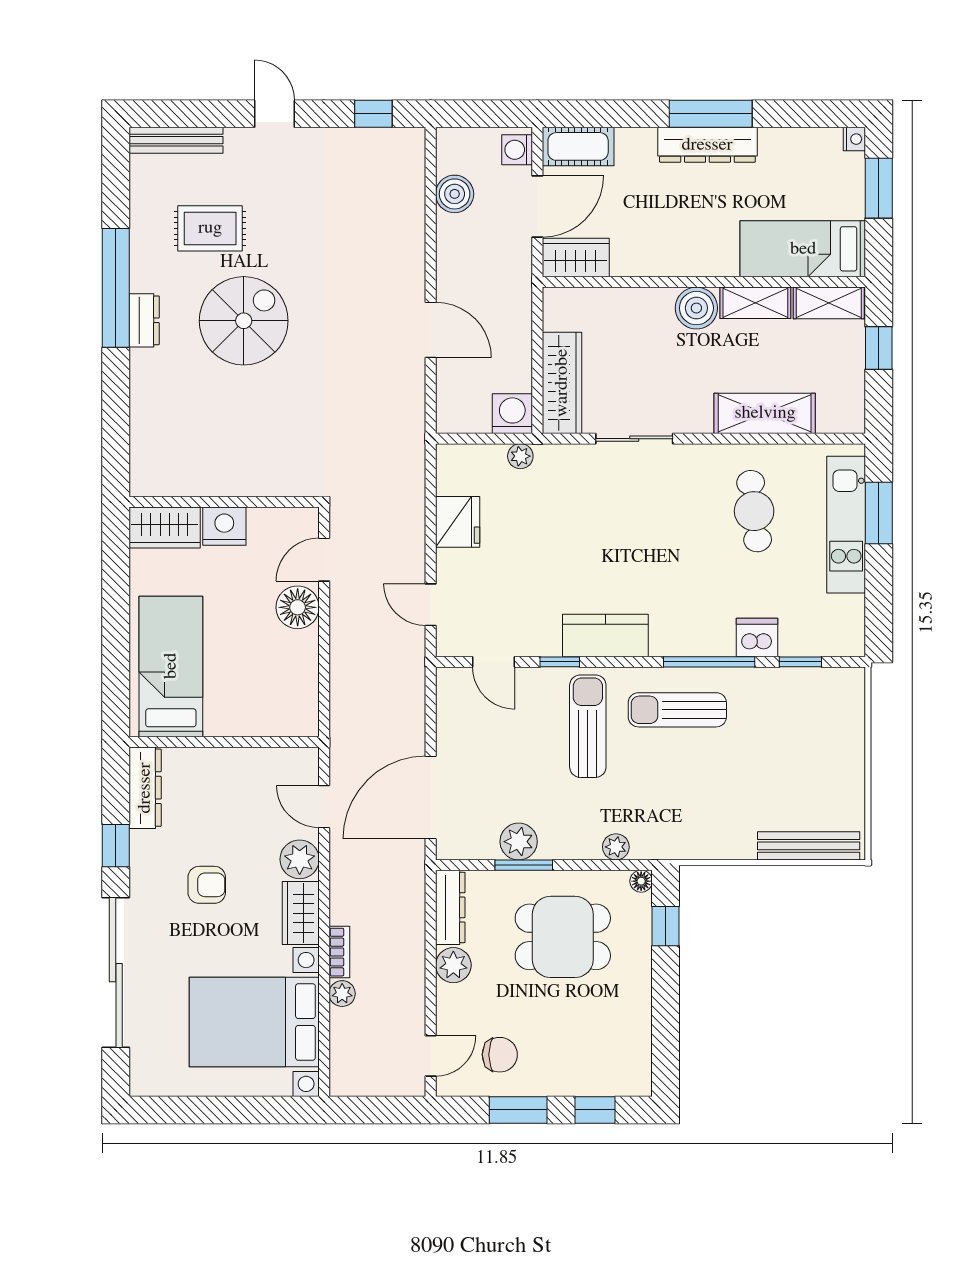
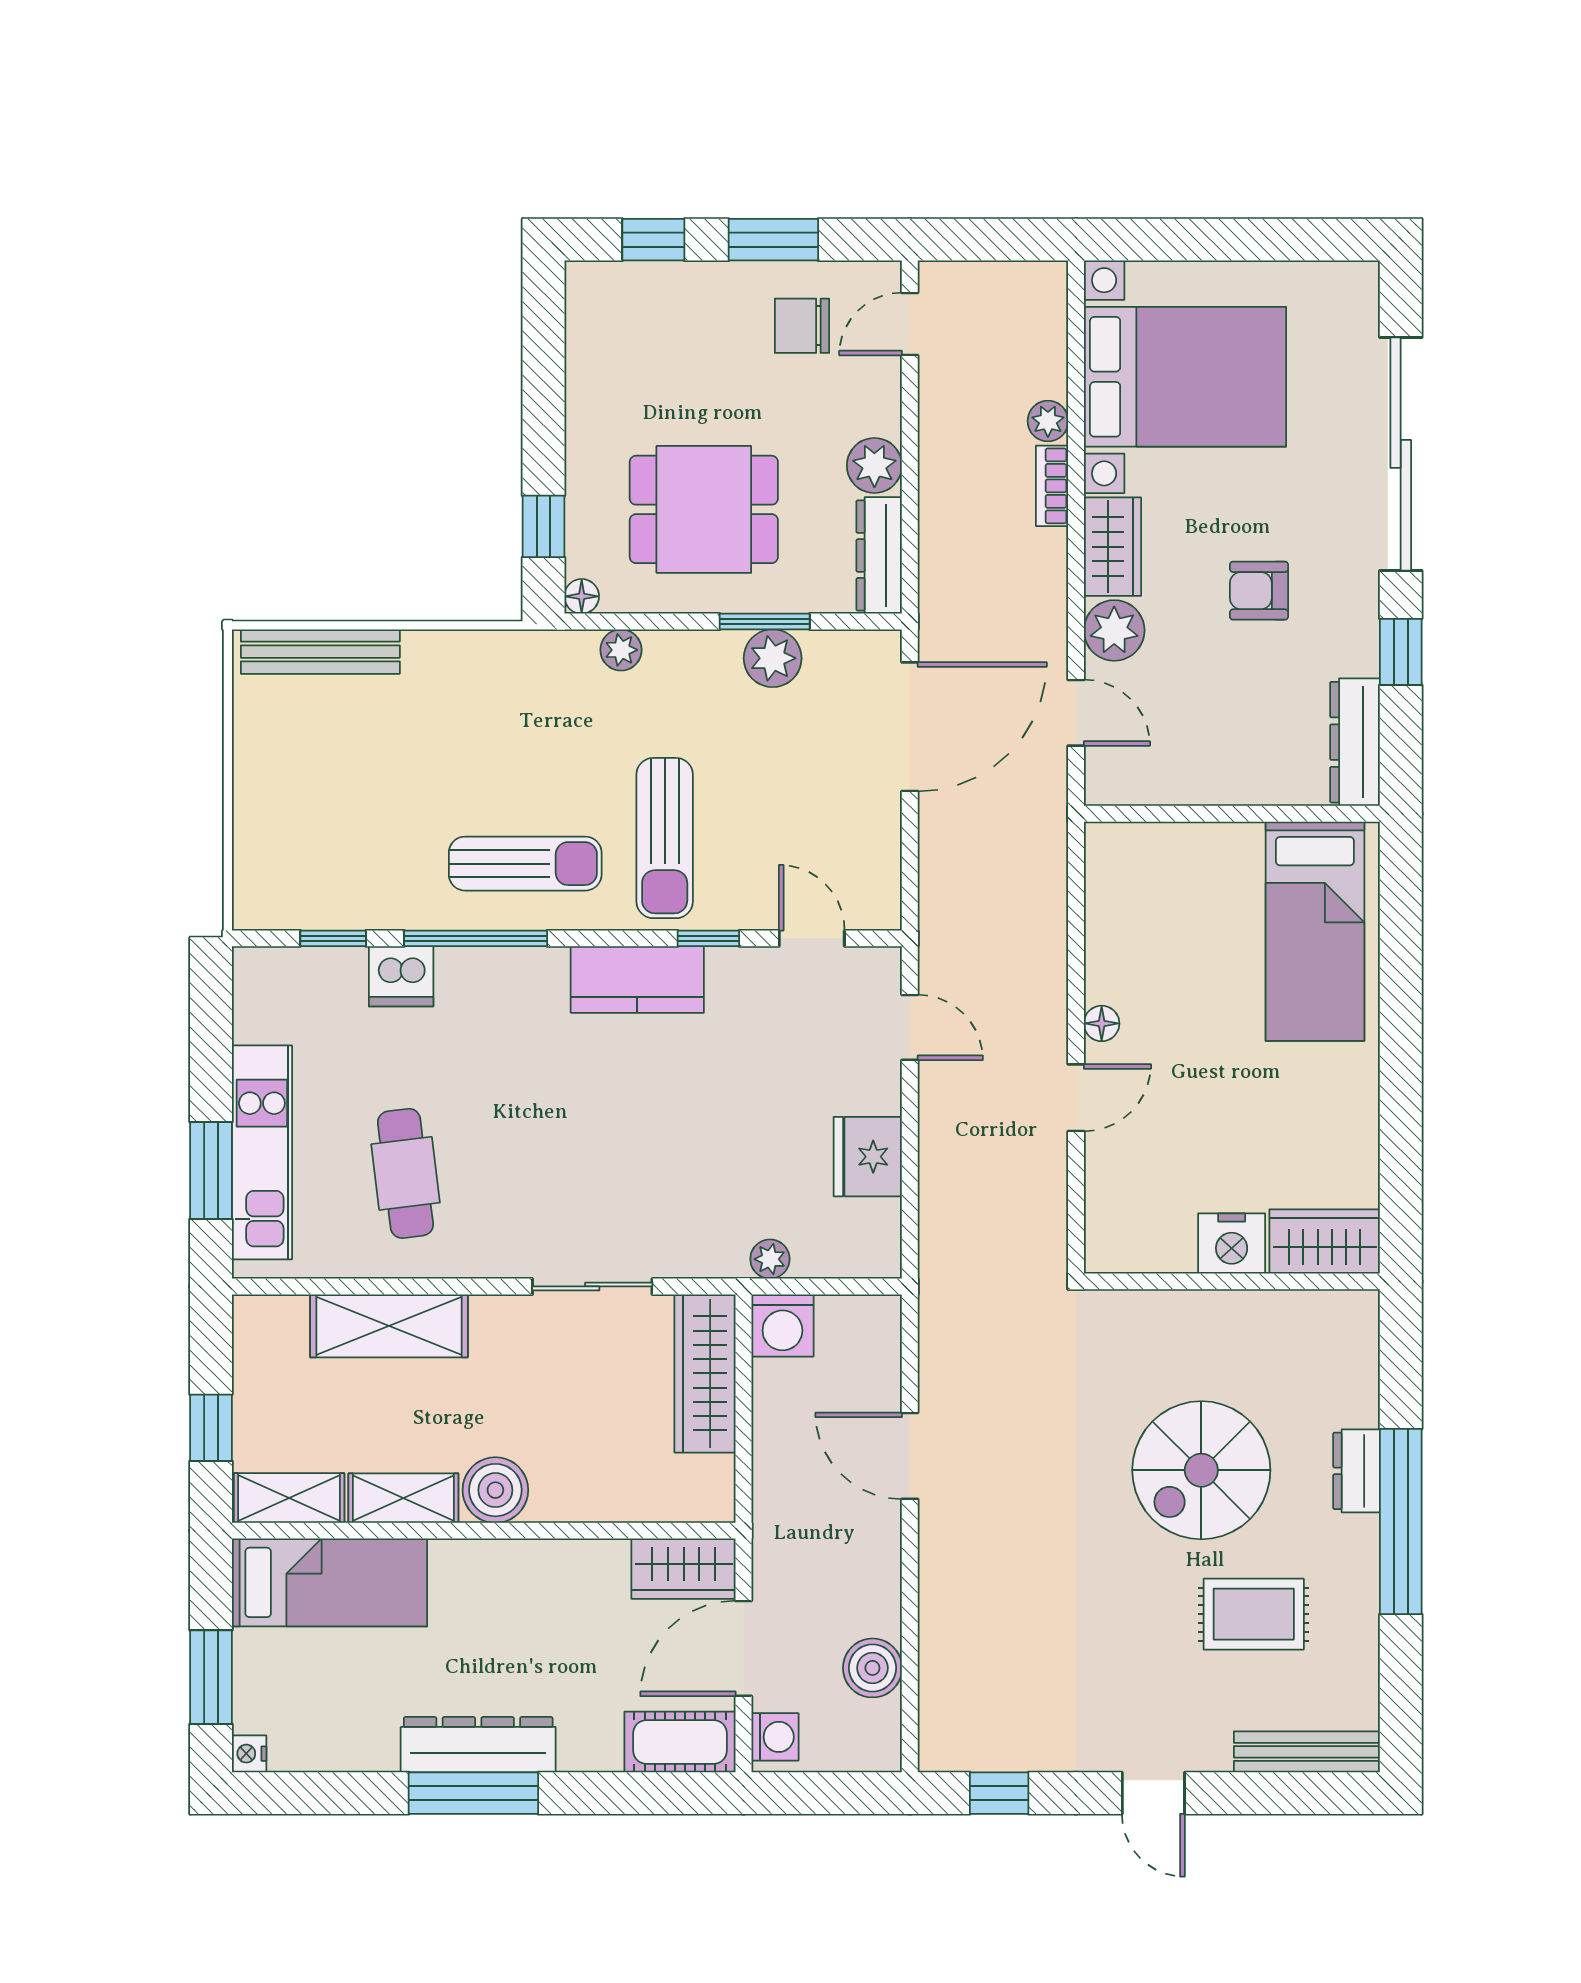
wall: (224, 502) -> (1232, 1281), moved
nightstand: (224, 526) -> (1232, 1243), moved
wardrobe: (165, 527) -> (1325, 1241), moved
floor lamp: (298, 607) -> (1102, 1023), width x0.53, depth x0.53

